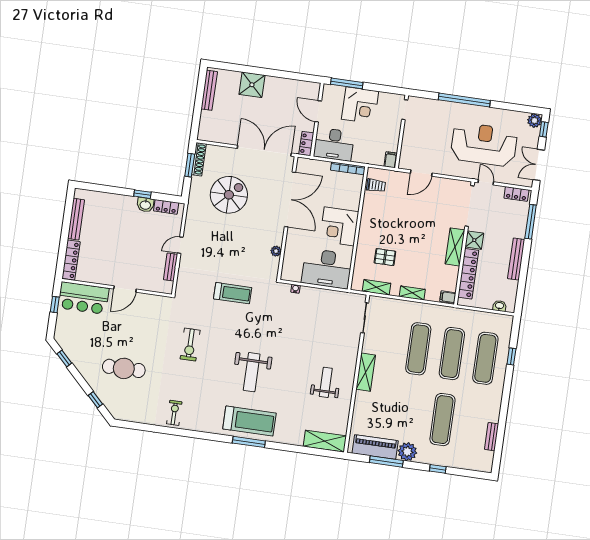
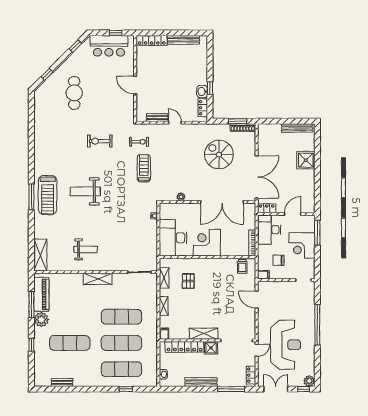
chair: (375, 138) -> (278, 260), added
spiral stairs: (229, 195) -> (219, 155), turned 180
treadmill: (233, 293) -> (144, 168), turned 180
bar counter: (83, 298) -> (109, 46), moved, turned -90
exercise bike: (174, 413) -> (139, 142), moved

